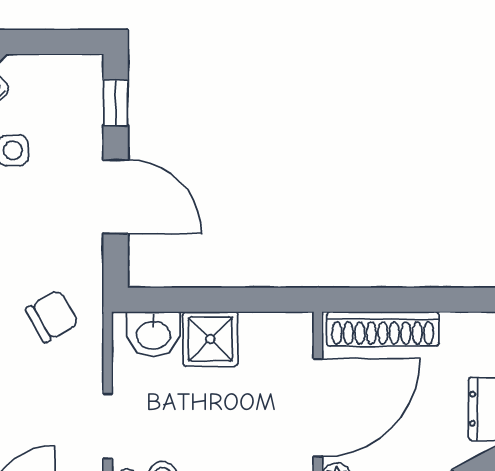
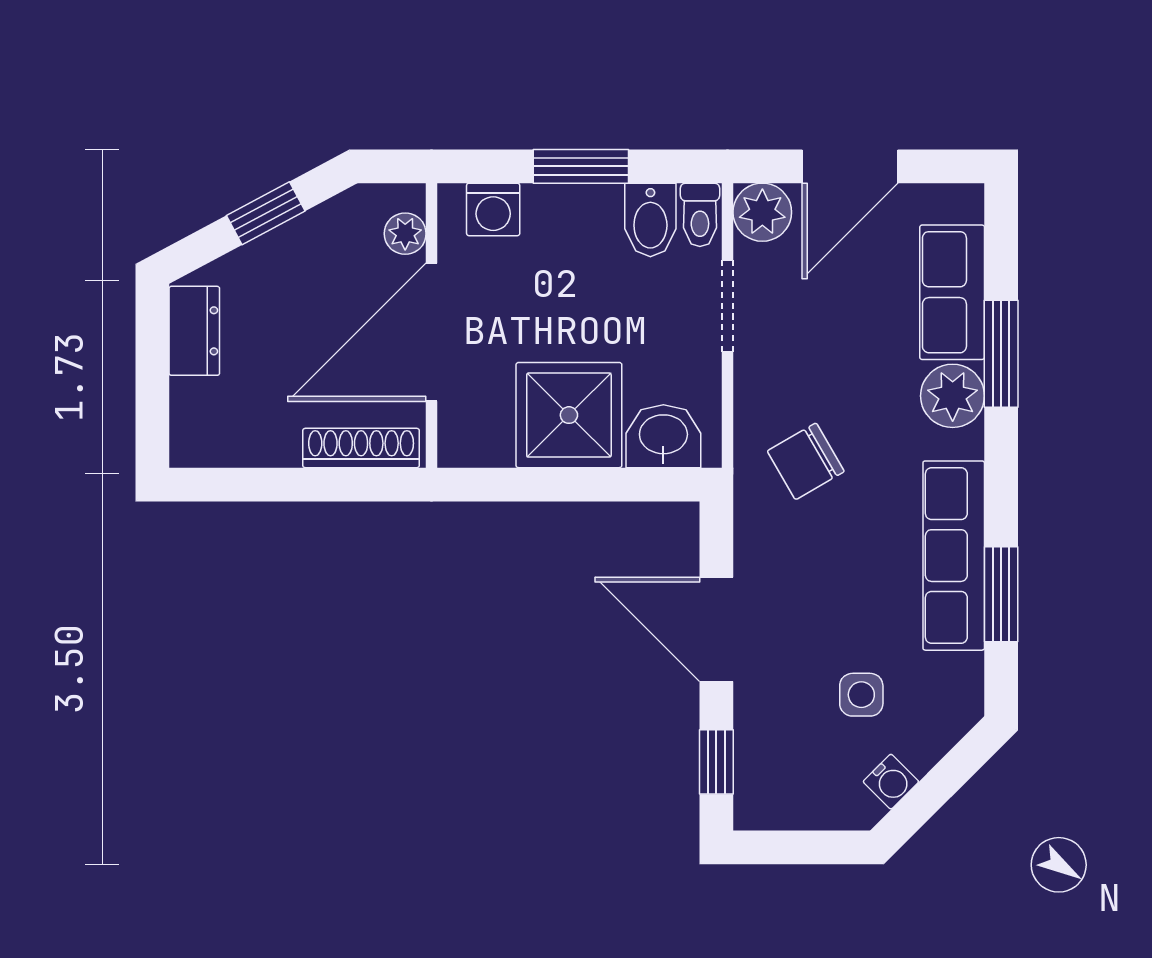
shoe rack: (383, 329) -> (361, 448), width x0.74, depth x0.81
shower: (210, 339) -> (569, 415), width x1.36, depth x1.36

